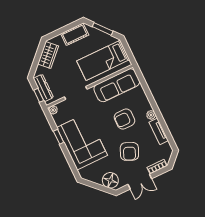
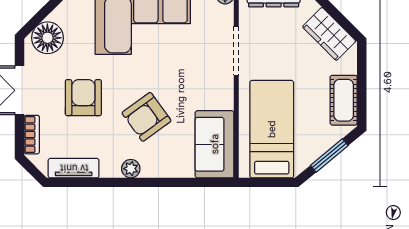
sofa: (117, 85) -> (215, 144), width x0.73
armchair: (125, 119) -> (146, 117), turned -126
tv unit: (159, 131) -> (74, 168), moved
armchair: (129, 151) -> (83, 98), turned 66

